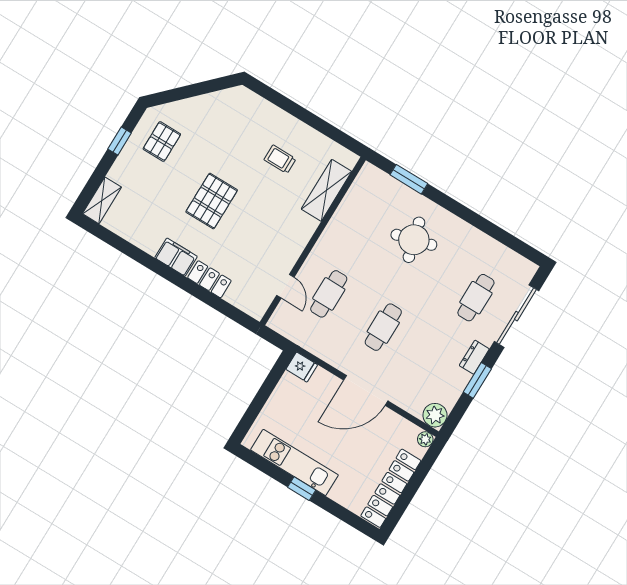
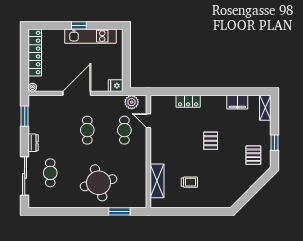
pallet: (212, 201) -> (211, 141), width x0.67, depth x0.71
round table: (414, 240) -> (99, 183), width x1.36, depth x1.36
filing cabinet: (176, 257) -> (237, 102), moved
window: (477, 380) -> (25, 116), moved
plant: (435, 415) -> (132, 102), moved

